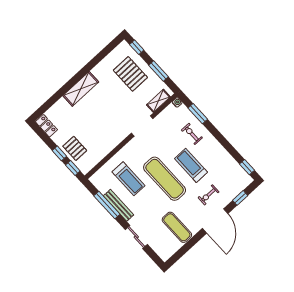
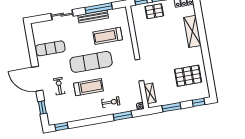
pallet: (130, 74) -> (188, 76), moved
shelving: (81, 89) -> (192, 31), moved

